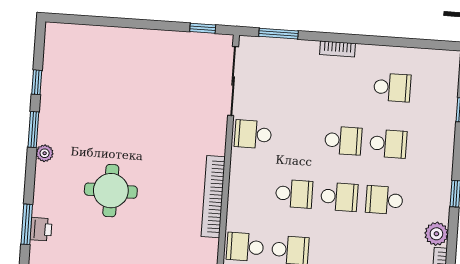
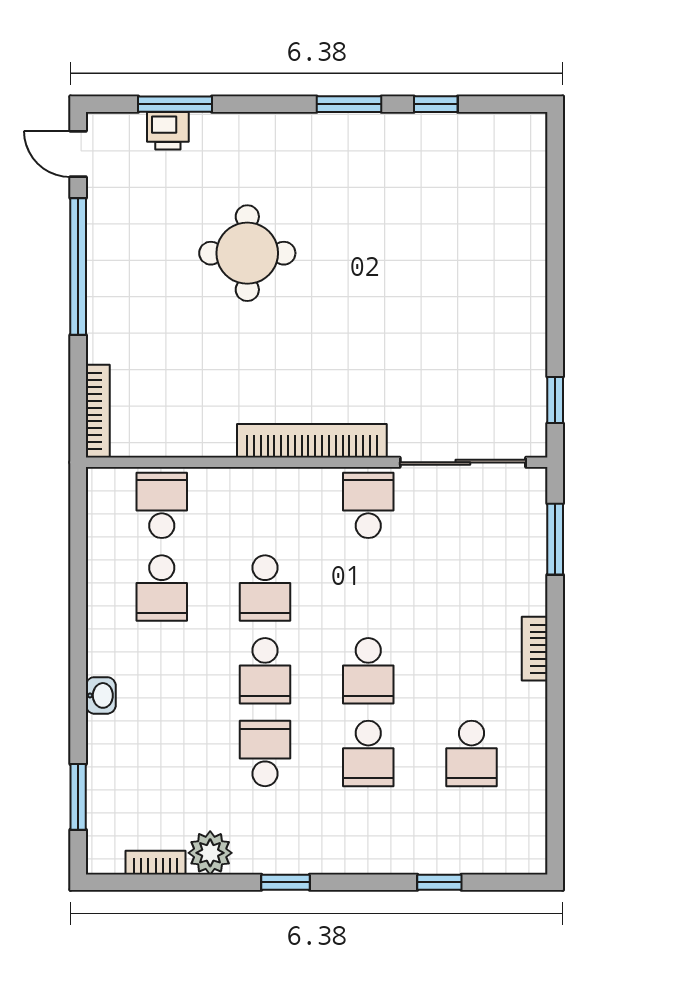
plant: (45, 153) -> (307, 128), removed
bookcase: (213, 197) -> (312, 441), moved

